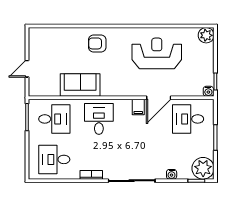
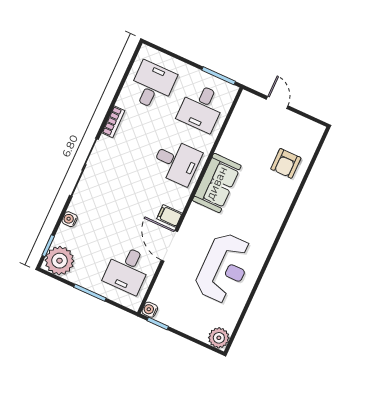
armchair: (97, 43) -> (286, 163), moved, turned 180
sofa: (80, 85) -> (217, 183), moved
desk: (188, 119) -> (127, 270), turned 180

